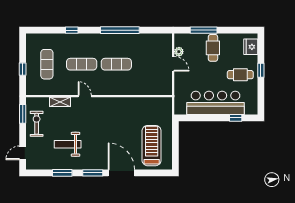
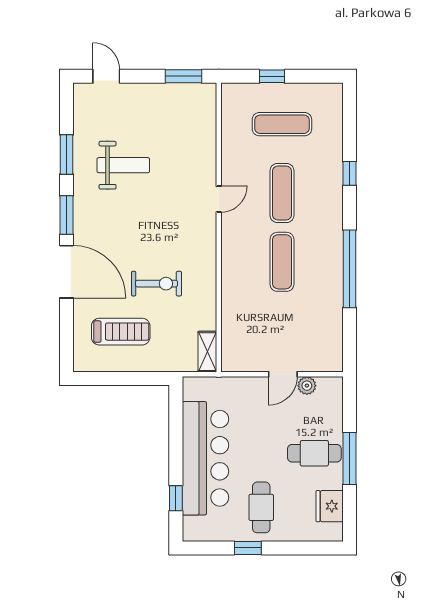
window: (204, 30) -> (350, 458), moved
fridge: (251, 47) -> (330, 506), moved, turned -90
window: (261, 70) -> (248, 548), moved
shelving: (60, 102) -> (207, 352), moved
exercise bike: (37, 124) -> (157, 284), moved
weight bench: (68, 144) -> (123, 165), turned 90
treadmill: (152, 146) -> (121, 332), width x0.73, depth x0.73
door: (121, 173) -> (66, 272), hinge flipped

